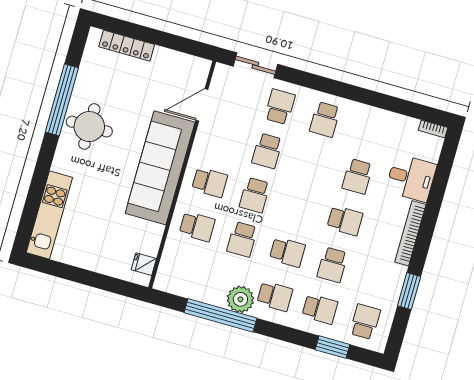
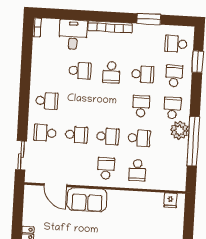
sofa: (160, 168) -> (87, 200), width x0.54, depth x0.79
school desk: (345, 221) -> (111, 72), turned 180
school desk: (197, 227) -> (137, 170), turned 180

